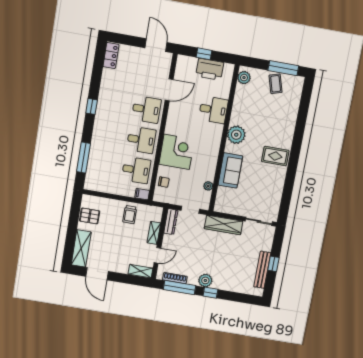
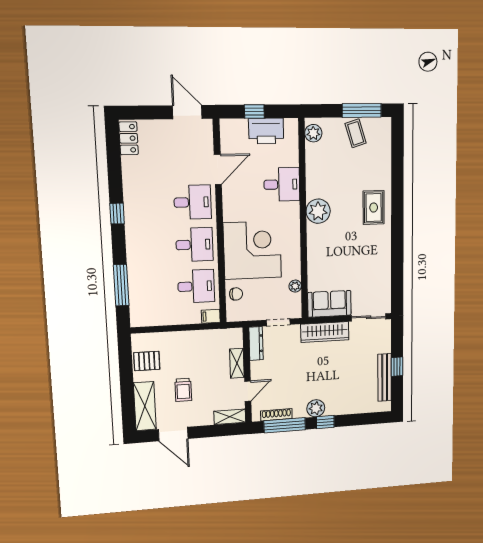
corner desk: (177, 152) -> (252, 250), width x1.36, depth x1.36
rug: (275, 156) -> (374, 208), moved, turned 90
sofa: (230, 170) -> (329, 304), moved, turned -90
trolley: (130, 215) -> (183, 390), moved

